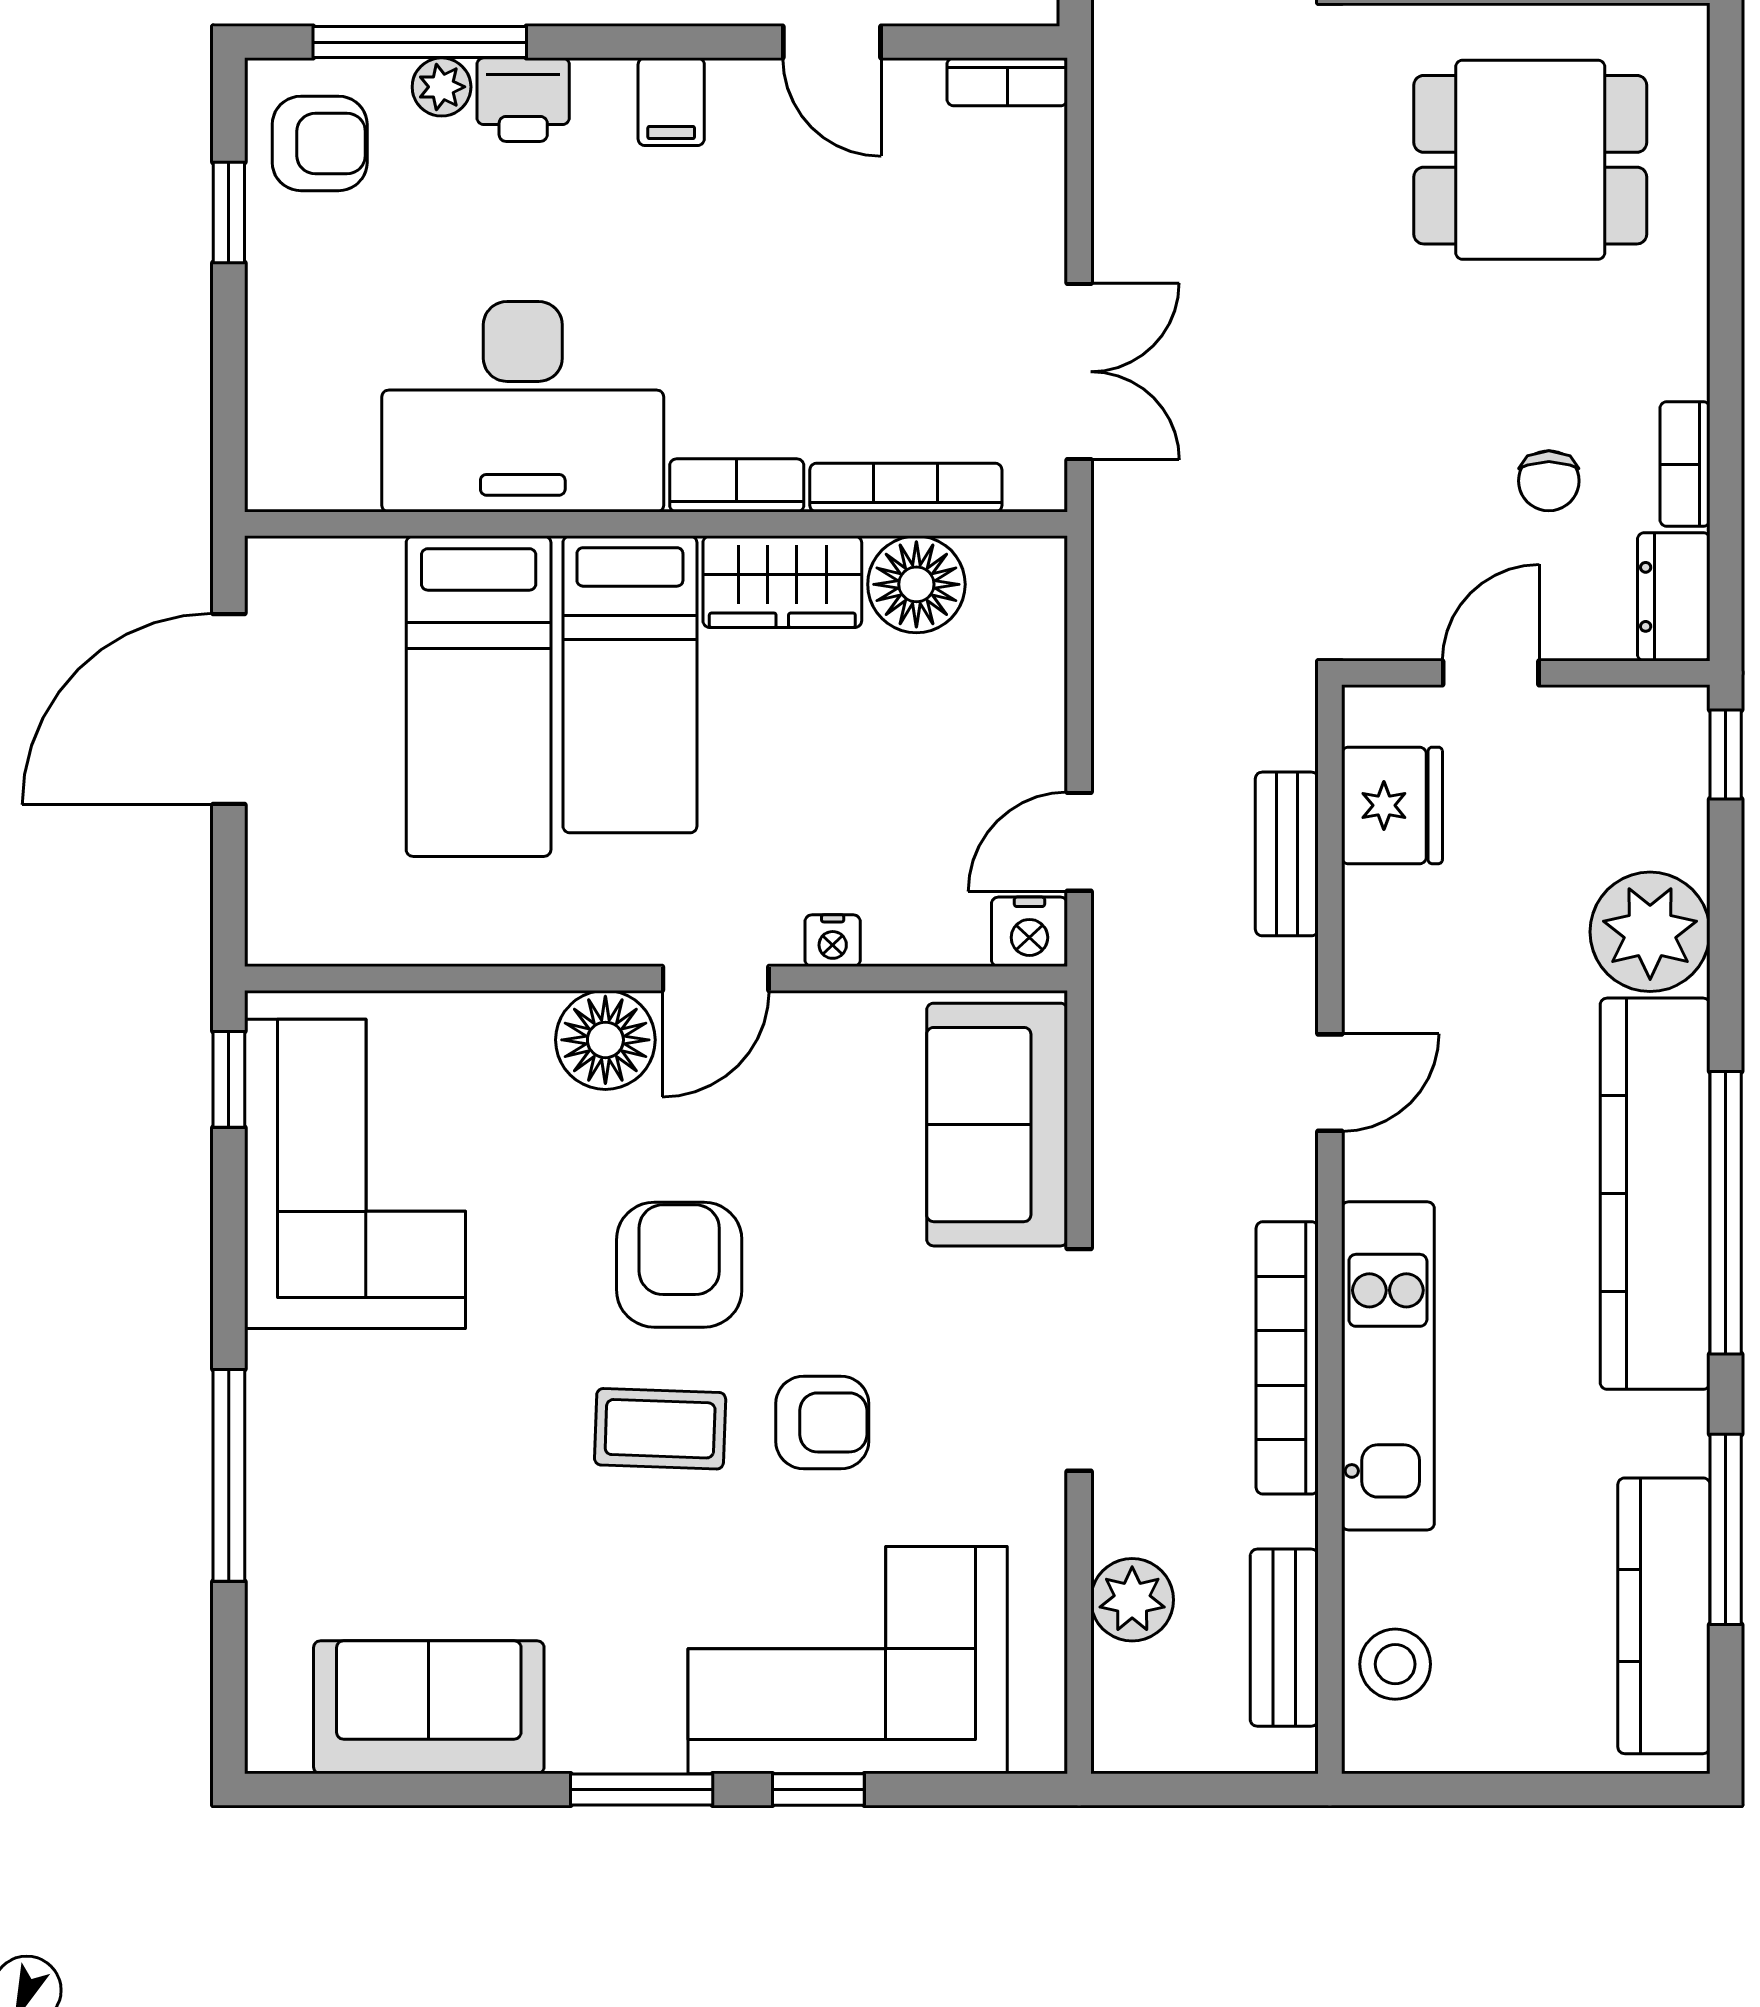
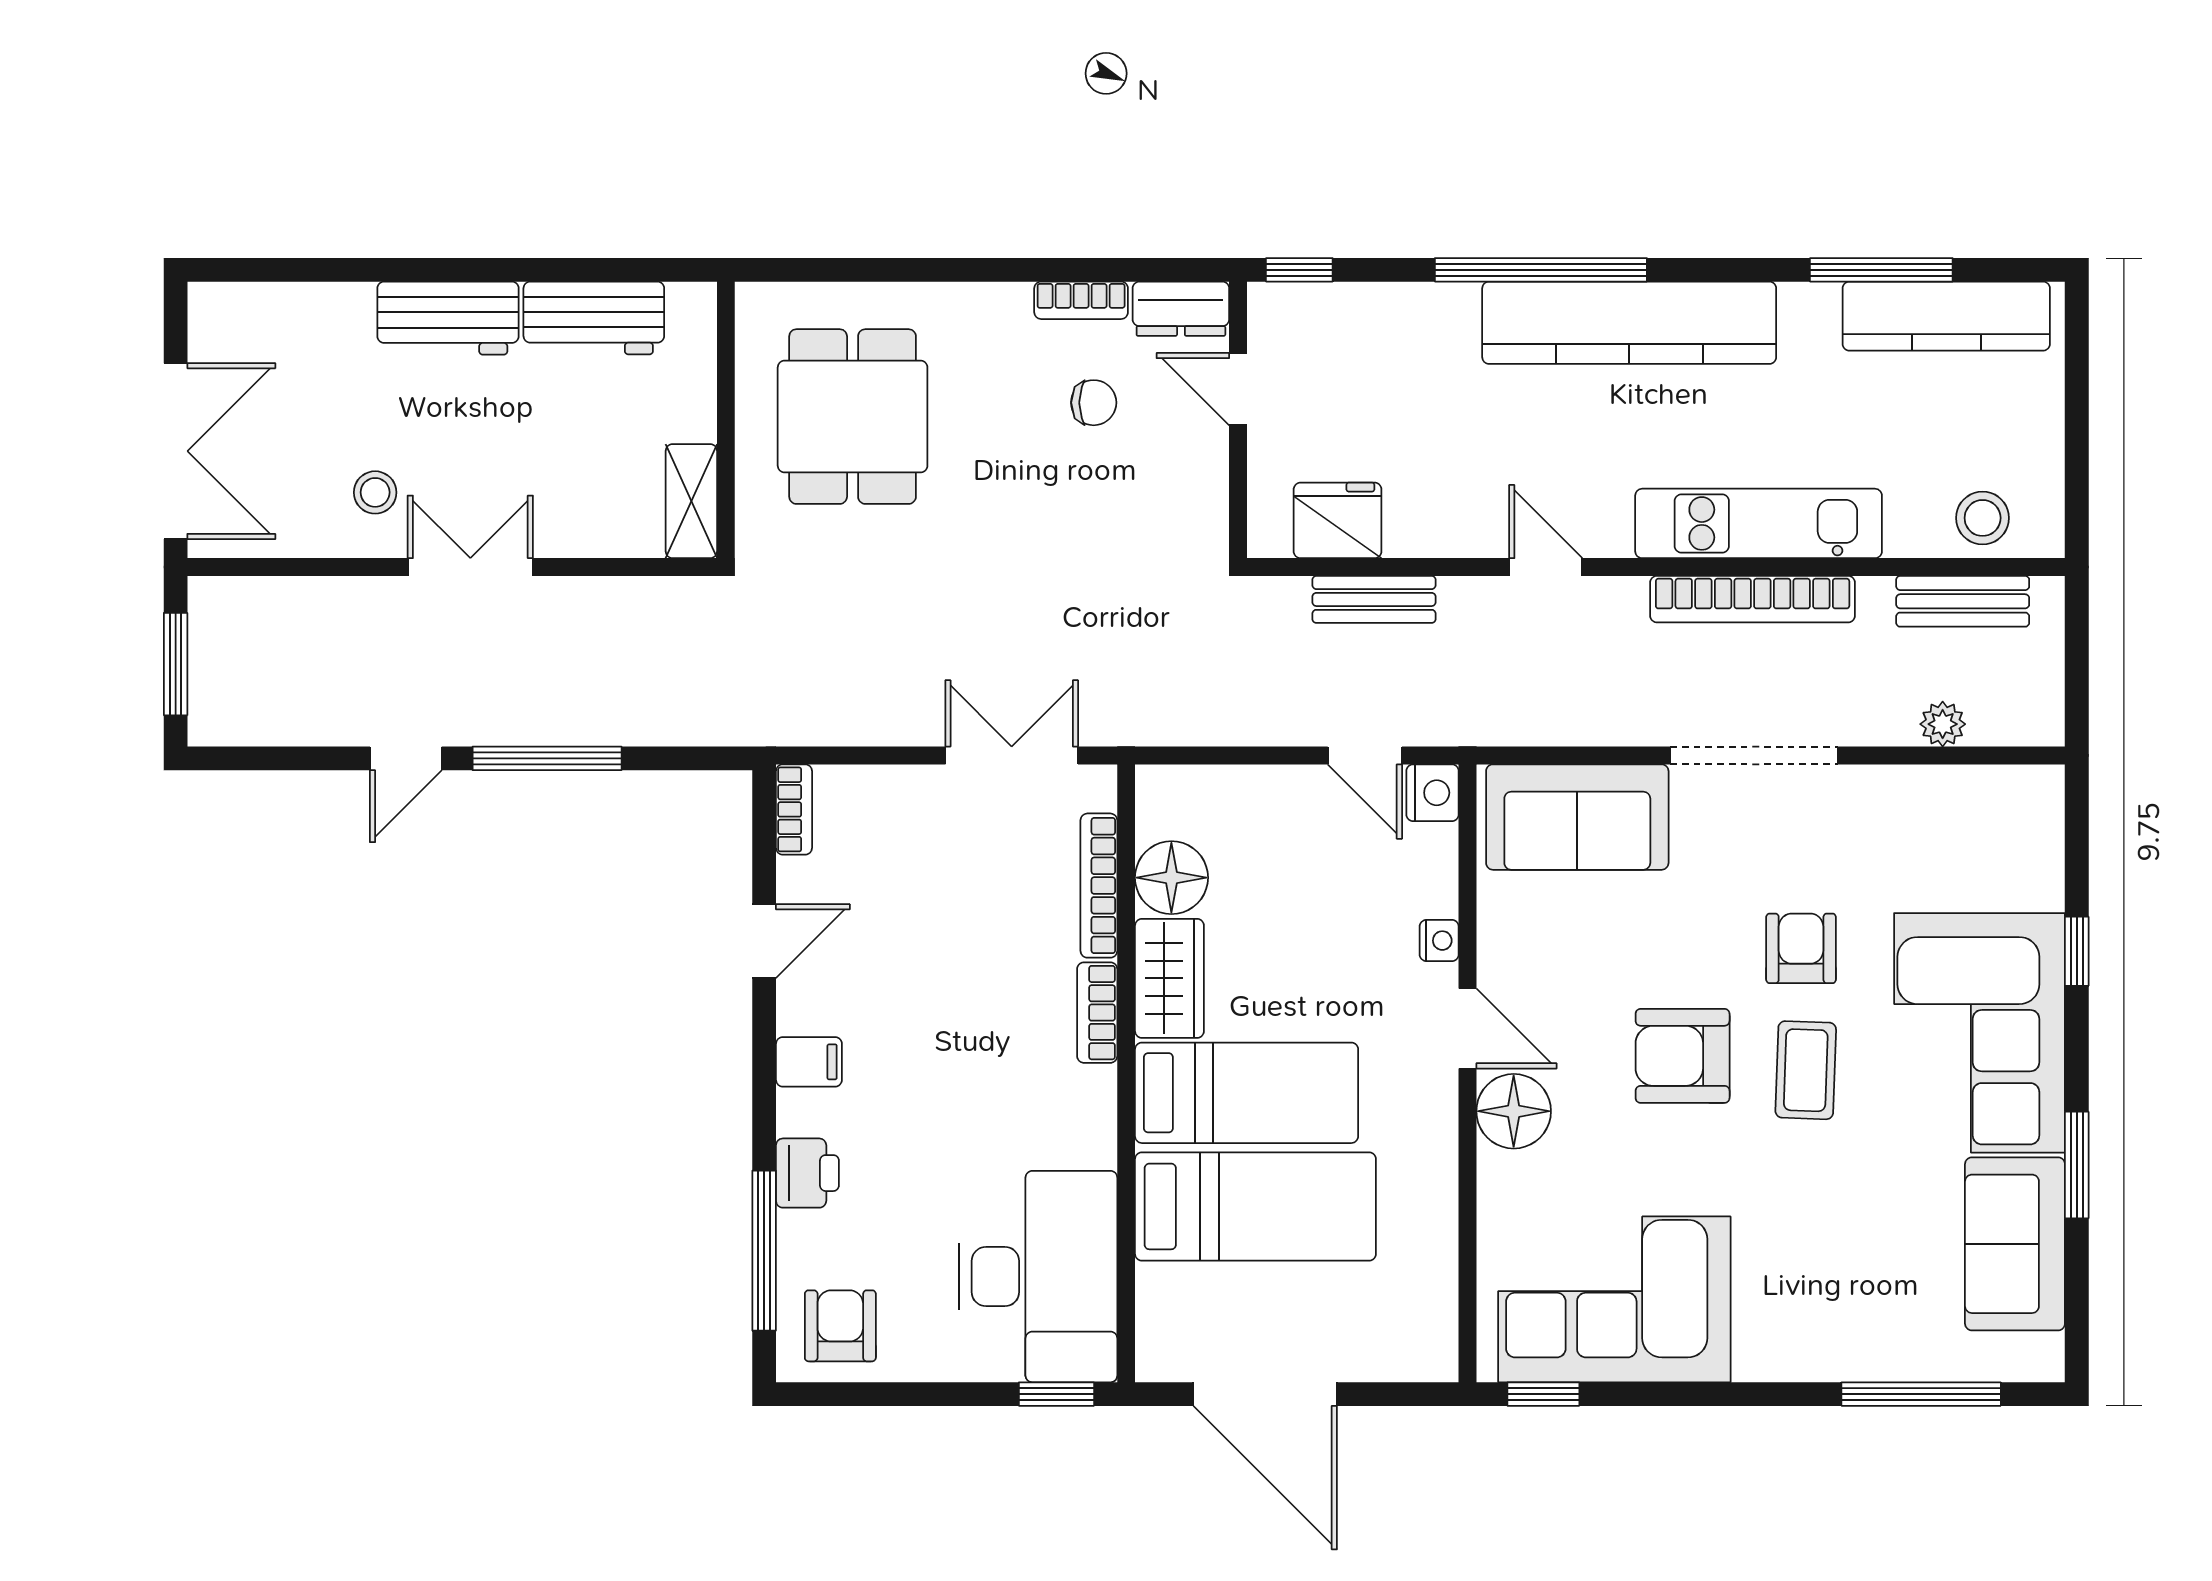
plant: (442, 87) -> (798, 1234), removed
window: (229, 212) -> (1056, 1394), moved
desk: (523, 407) -> (1038, 1277), moved
door: (1491, 673) -> (1238, 389), moved
plant: (1650, 932) -> (1432, 327), removed
window: (1726, 1213) -> (1541, 270), moved
window: (229, 1475) -> (1921, 1394), moved
plant: (1132, 1600) -> (1943, 724), width x0.73, depth x0.73
corner sofa: (848, 1660) -> (1980, 1033), moved
window: (642, 1790) -> (2077, 1165), moved

